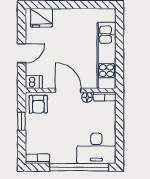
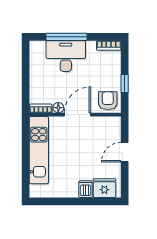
dishwasher: (34, 82) -> (86, 189), moved, turned 90
door: (68, 90) -> (77, 115), swing flipped
desk: (96, 148) -> (66, 56), moved
window: (79, 167) -> (67, 37), width x0.68

